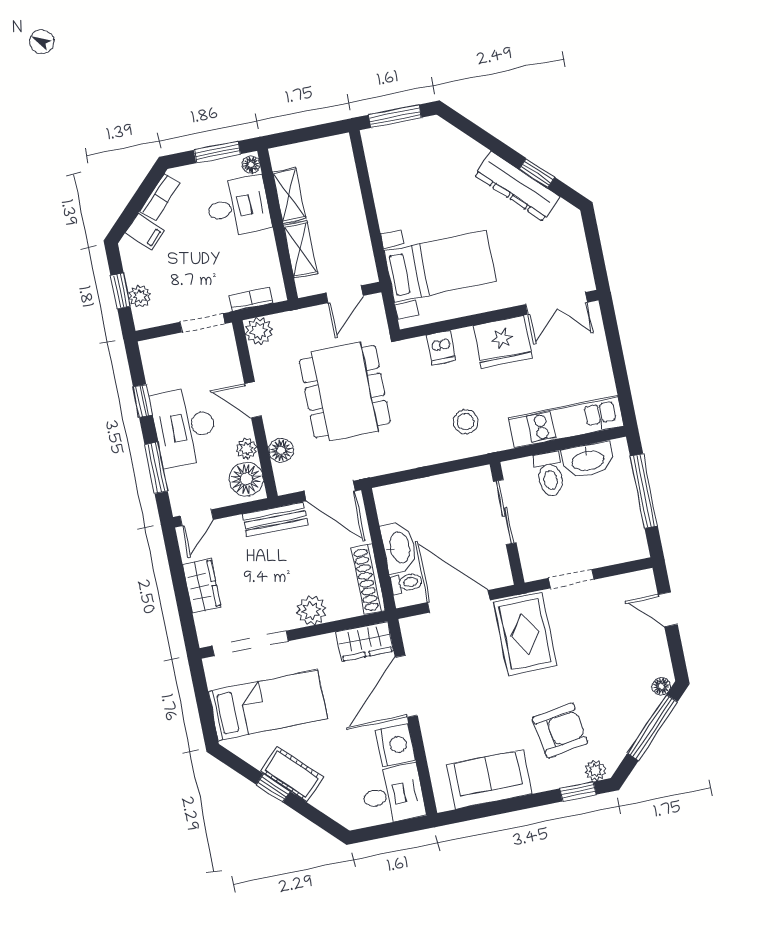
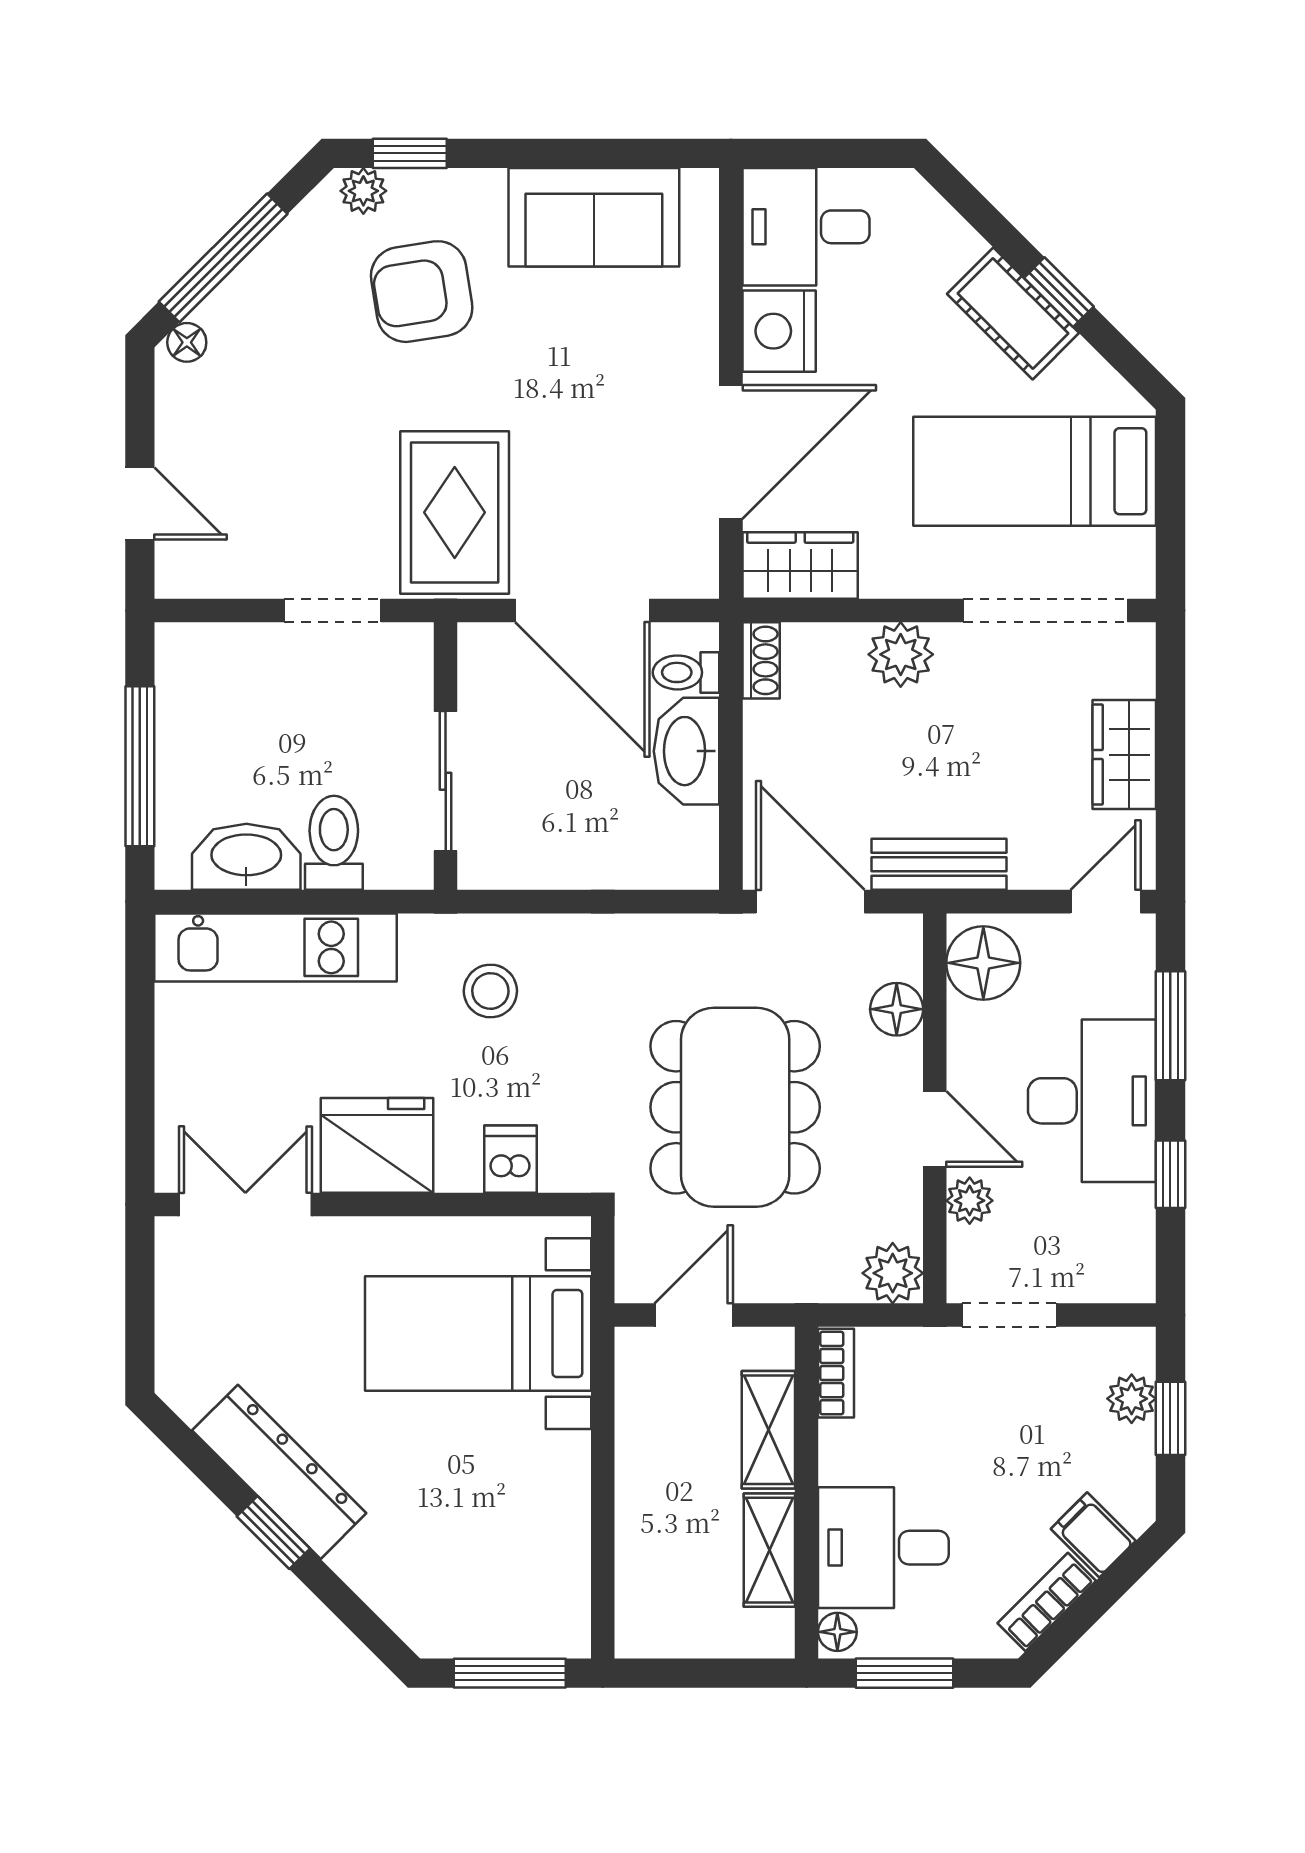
window: (537, 173) -> (273, 1532), moved
bookcase: (251, 299) -> (836, 1373), moved, turned -90
plant: (246, 449) -> (970, 1201), moved
shoe rack: (368, 579) -> (761, 660), width x0.51, depth x0.81

